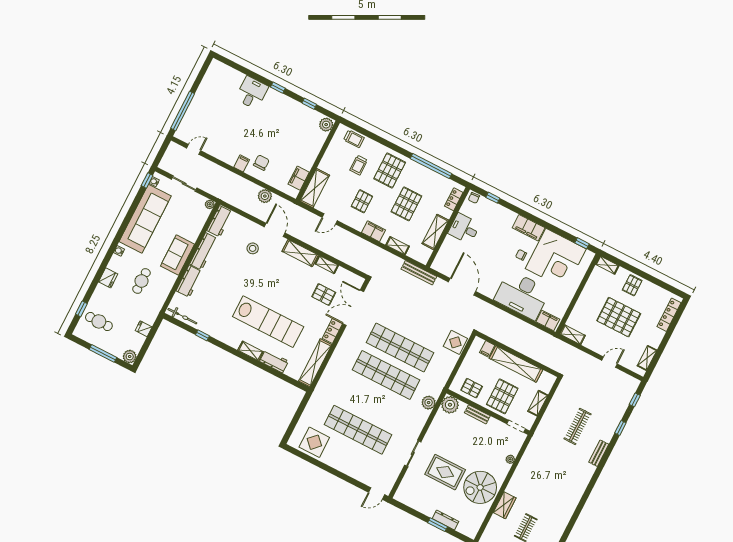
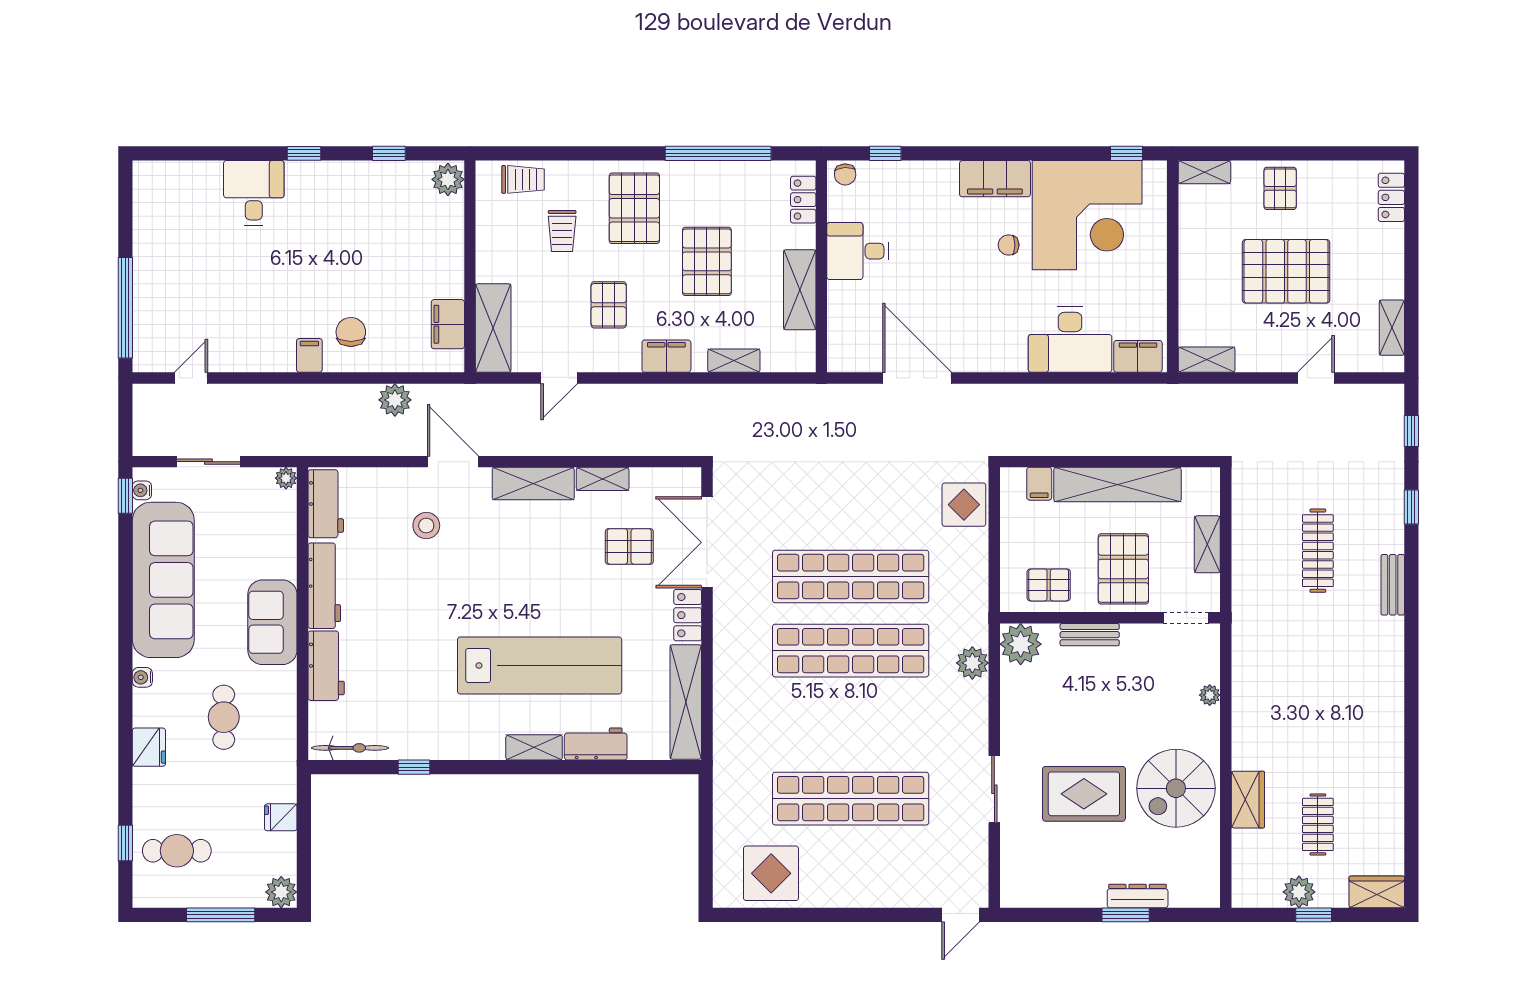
bench: (419, 273) -> (809, 395), removed
desk: (522, 295) -> (1070, 340), width x0.73, depth x0.77
locker: (669, 315) -> (1391, 197), width x0.66

